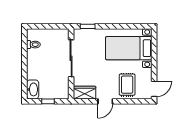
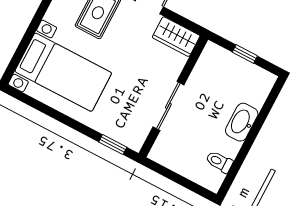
sliding door: (71, 58) -> (168, 106), width x0.73
washbasin: (33, 89) -> (242, 122), moved

